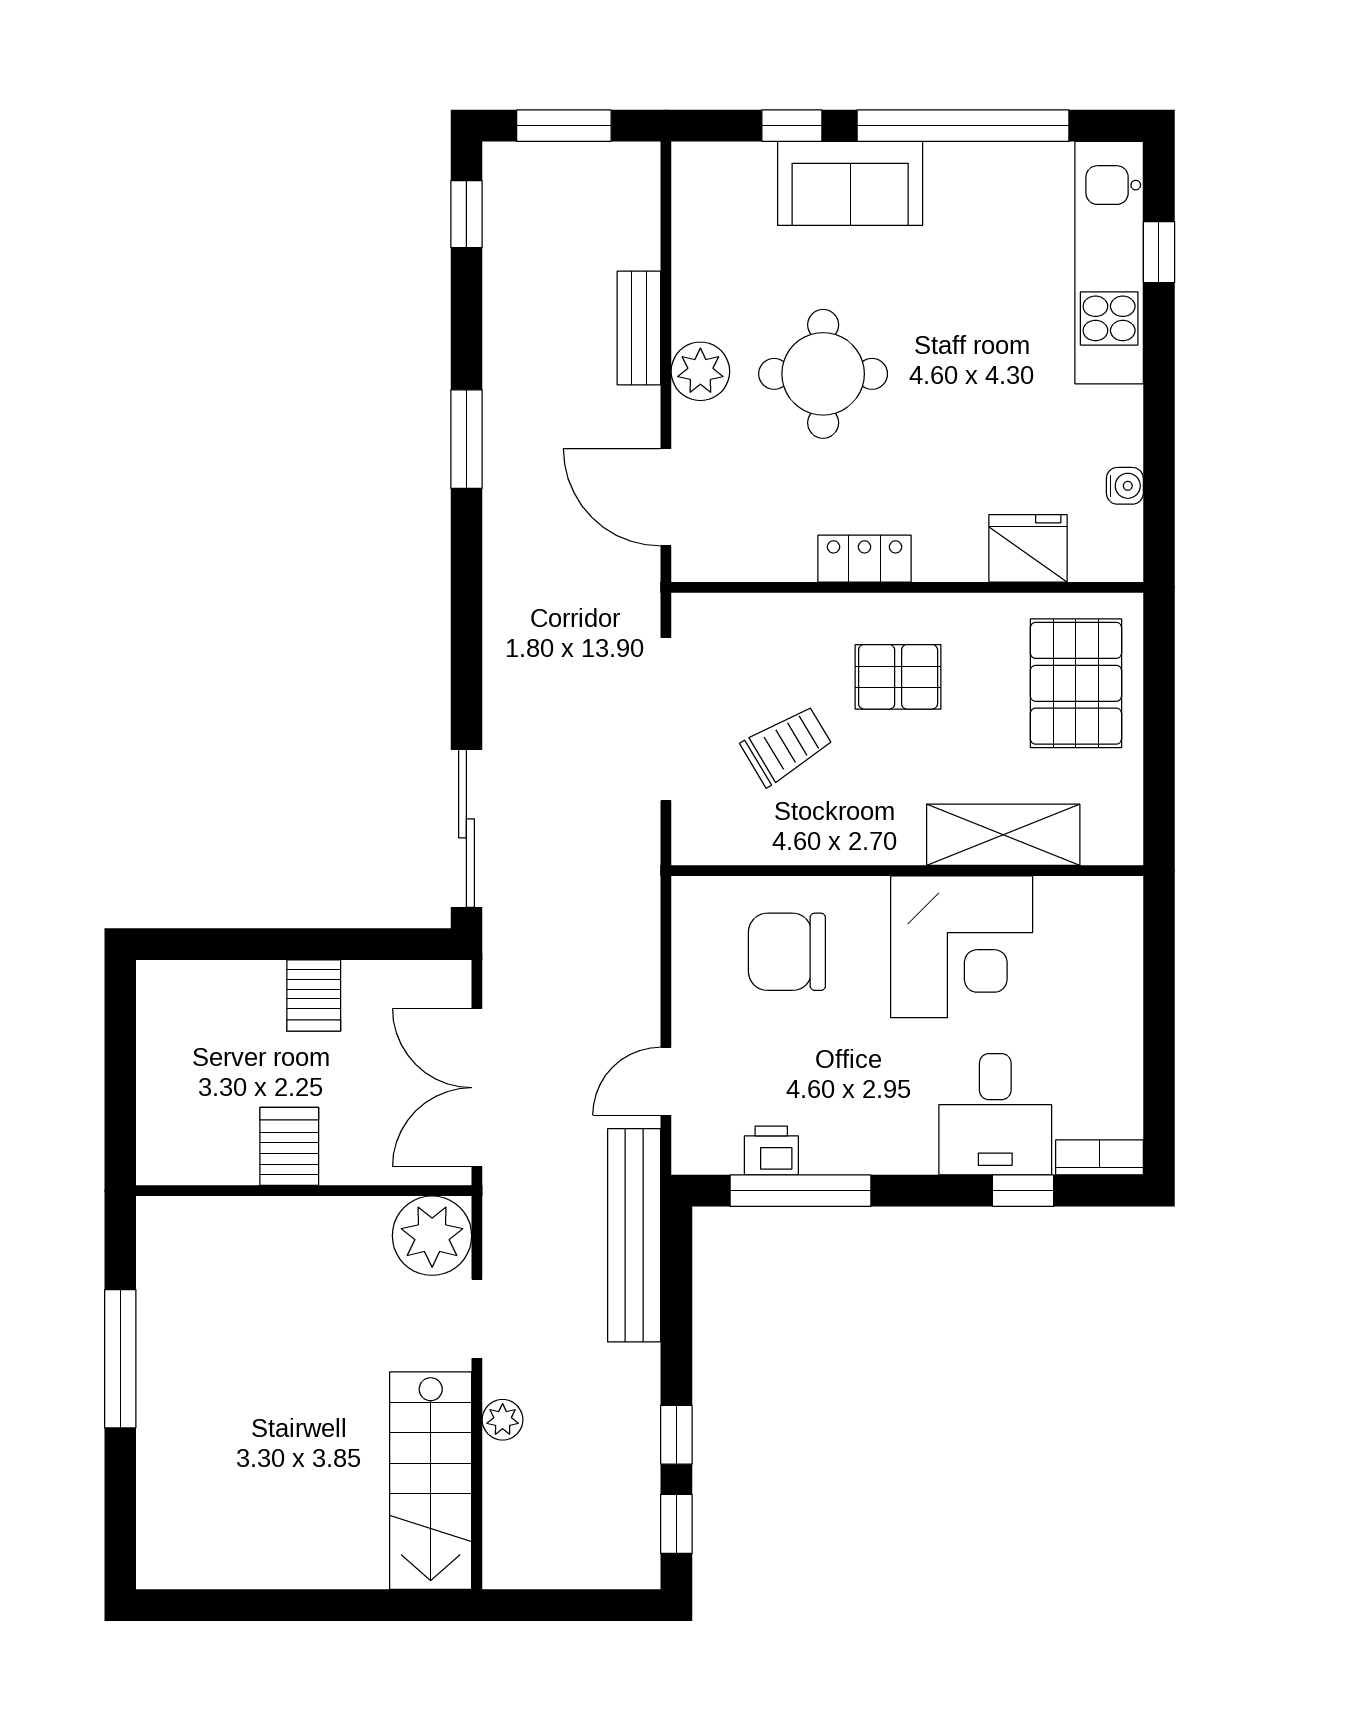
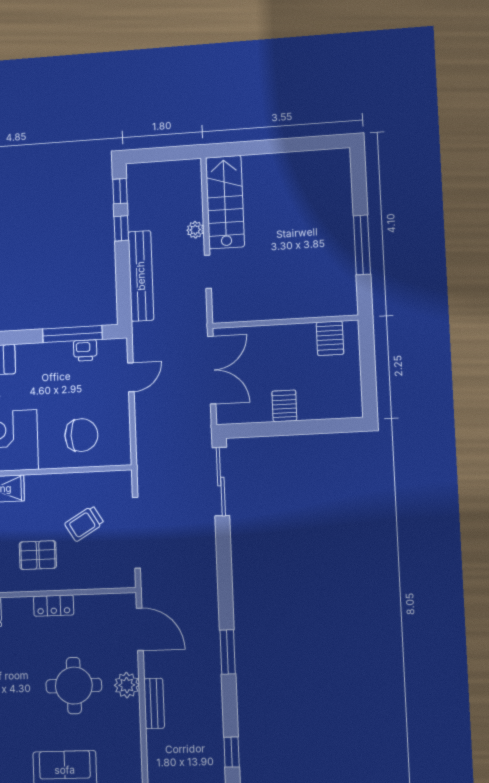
server rack: (289, 1146) -> (330, 338), moved
bench: (634, 1235) -> (141, 276), moved
plant: (432, 1236) -> (229, 306), removed

